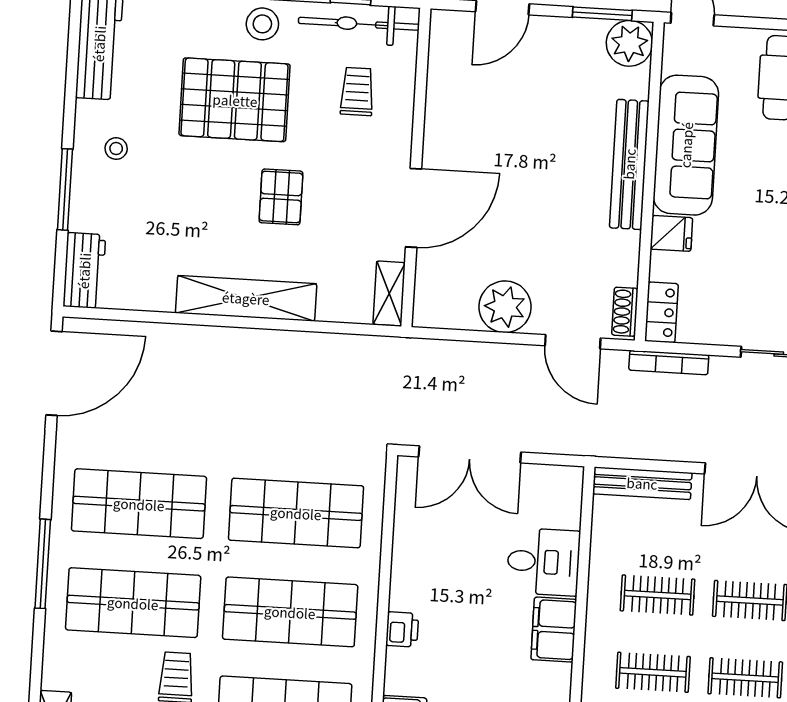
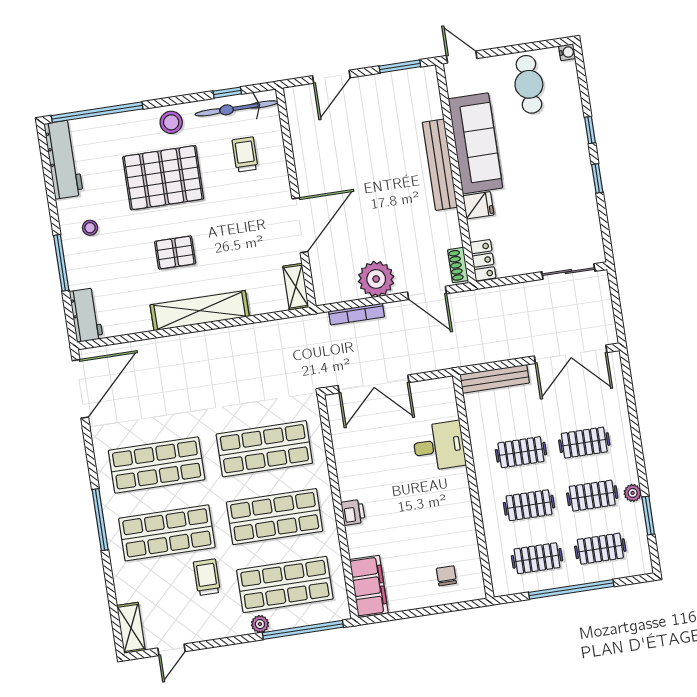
plant: (629, 43) -> (423, 83), removed
pallet: (281, 197) -> (175, 252), moved, turned 90
bookcase: (669, 363) -> (356, 314), moved
filing cabinet: (554, 630) -> (456, 491), removed

